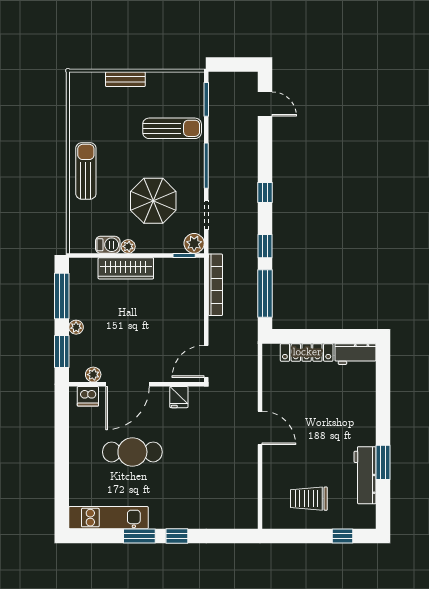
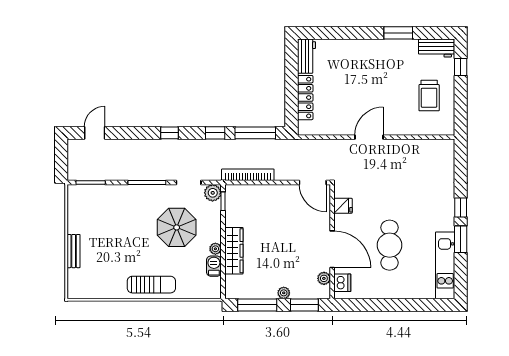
sun lounger: (172, 128) -> (115, 212), removed
sun lounger: (86, 171) -> (151, 285), turned 180
workbench: (365, 475) -> (436, 48), moved, width x0.73

